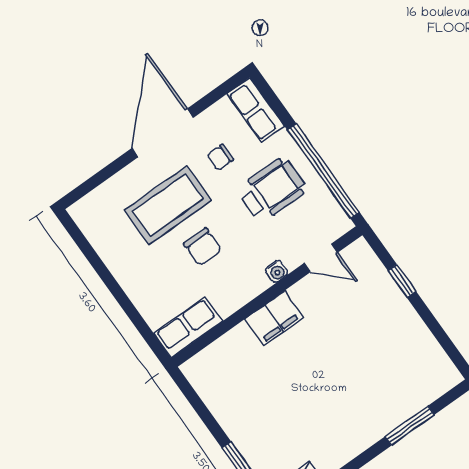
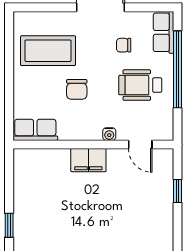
window: (323, 171) -> (177, 69), moved
wheelchair: (272, 190) -> (140, 85), turned 180
coffee table: (168, 205) -> (48, 51), moved

